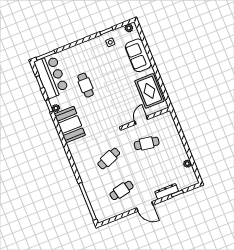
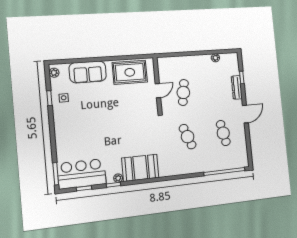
cafe table: (86, 85) -> (103, 139), removed
door: (141, 120) -> (158, 91), swing flipped

